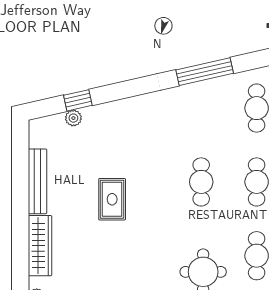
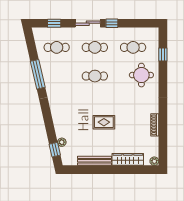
window: (78, 100) -> (55, 150), moved

